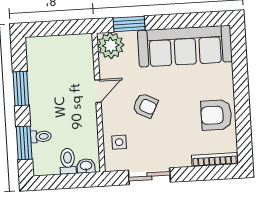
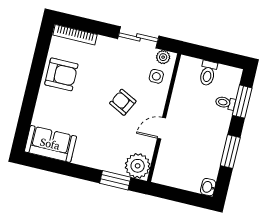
sofa: (185, 46) -> (50, 144), width x0.54, depth x0.79
plant: (118, 164) -> (163, 57), added
washbasin: (86, 166) -> (208, 187), moved, turned 90

